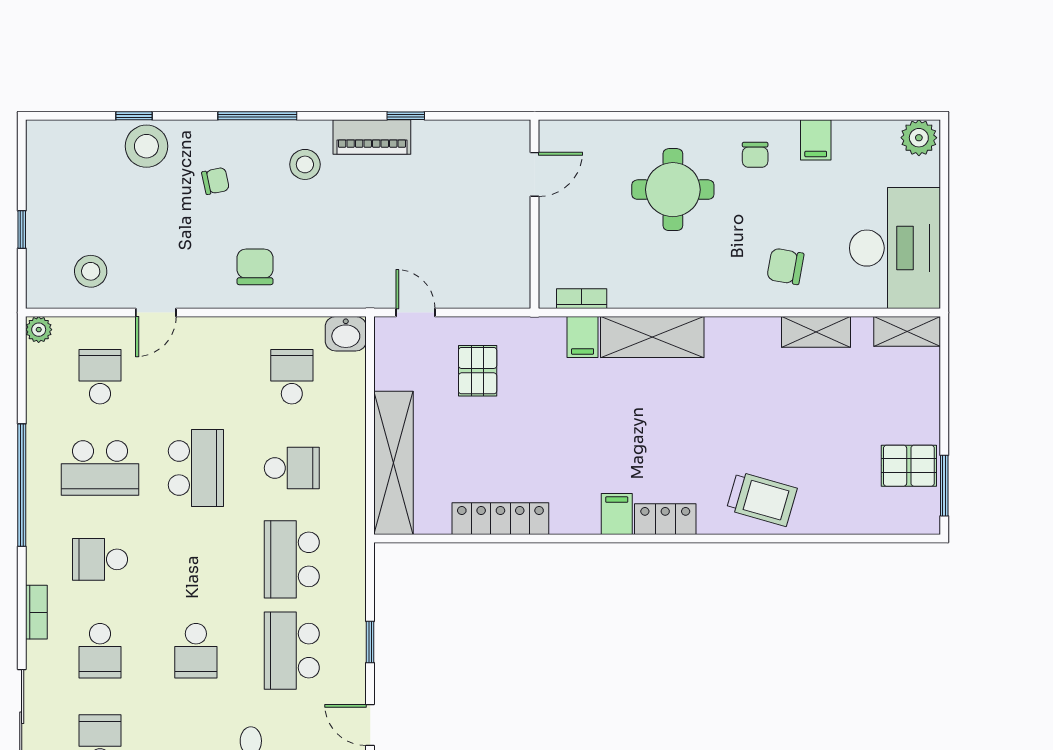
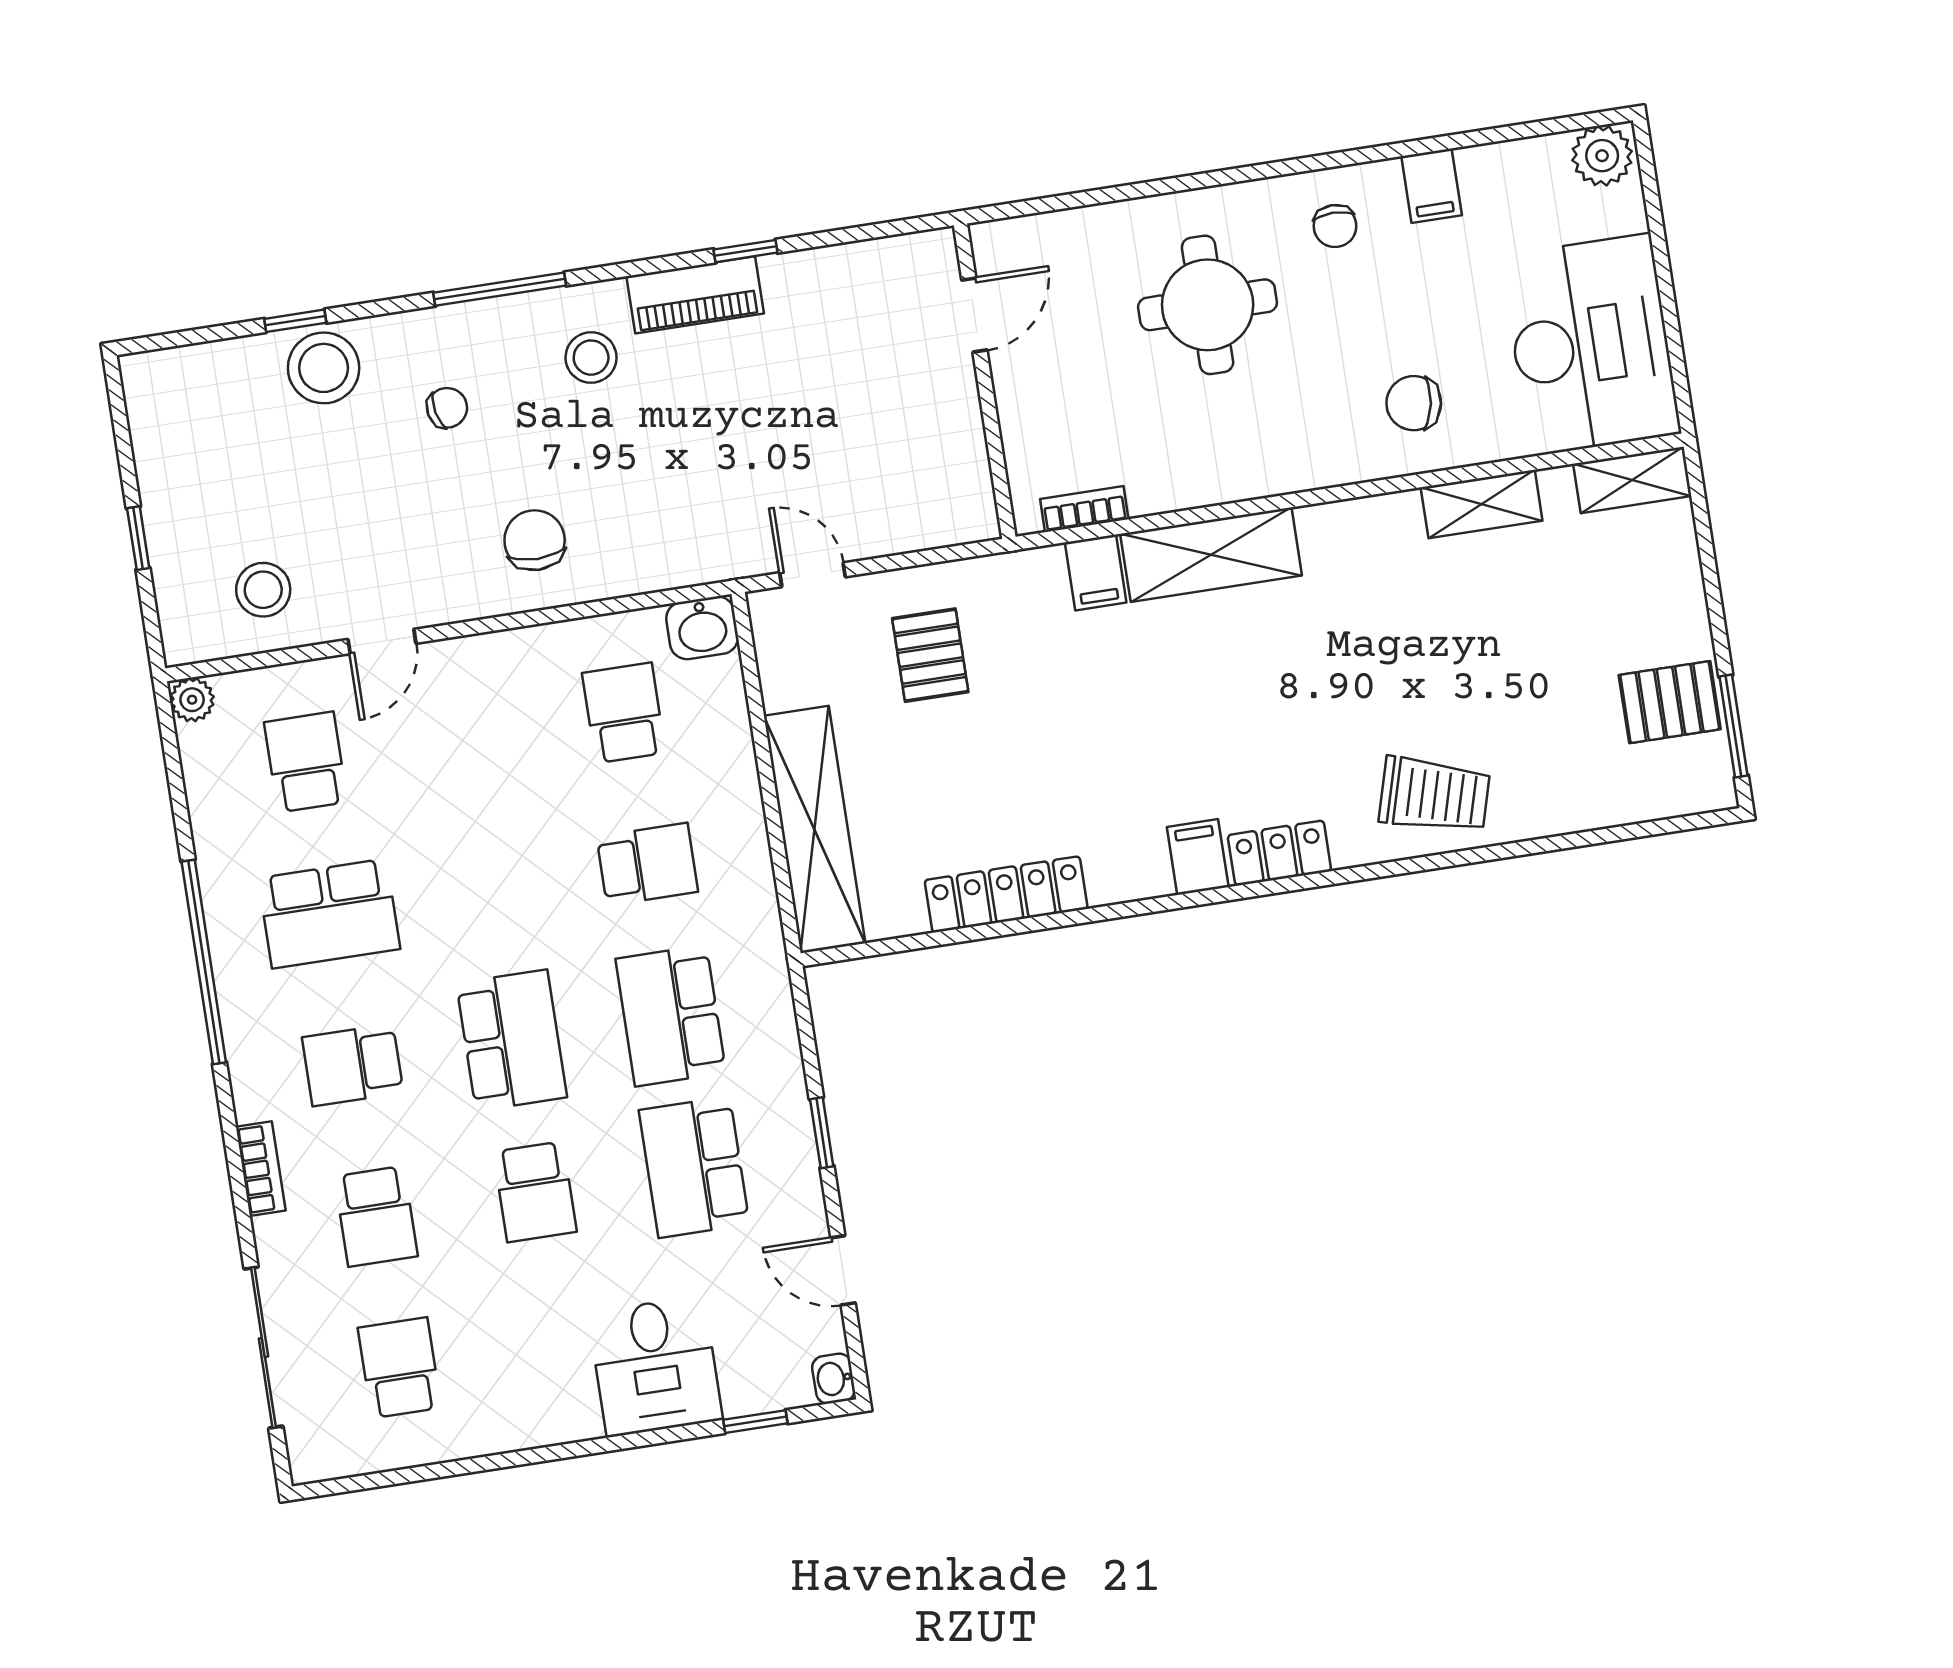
school desk: (196, 468) -> (512, 1040), moved

